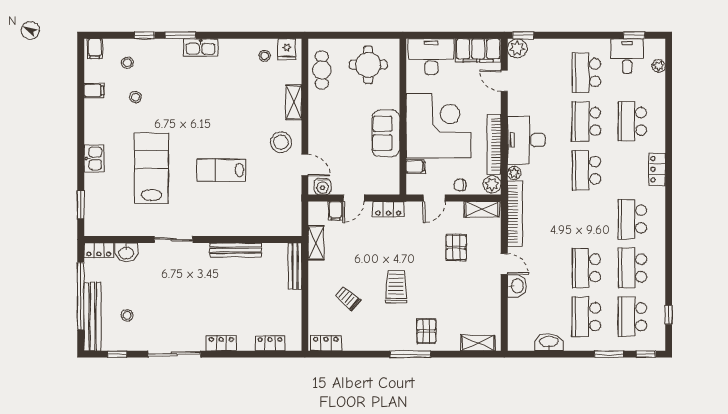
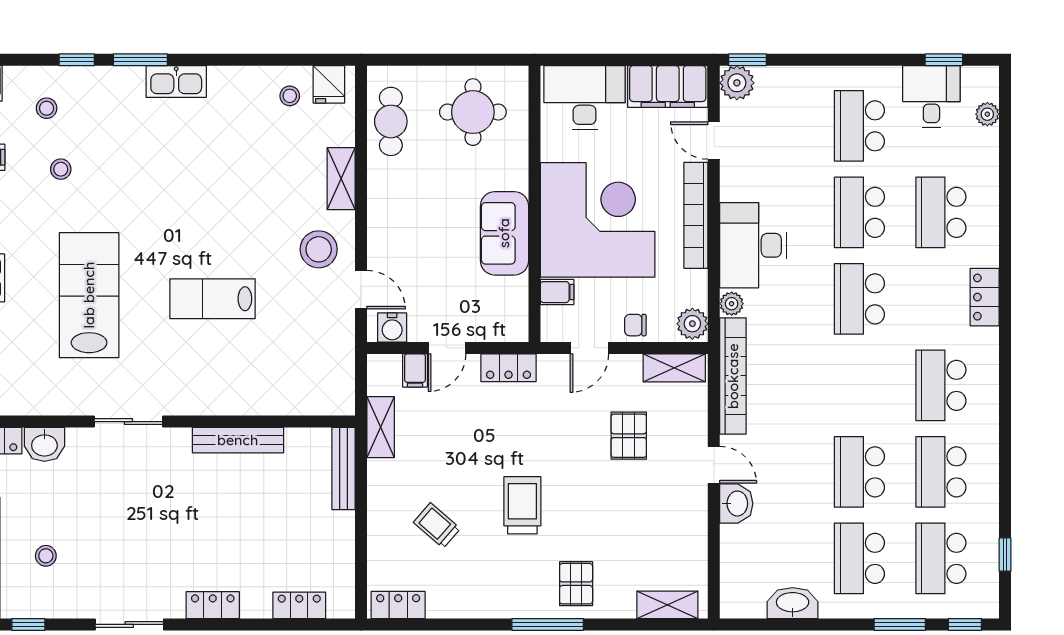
bookcase: (494, 144) -> (696, 215), moved
sliding door: (174, 354) -> (129, 624), width x0.73

